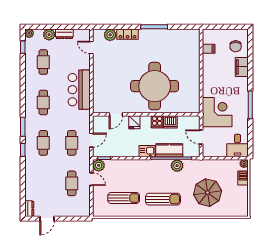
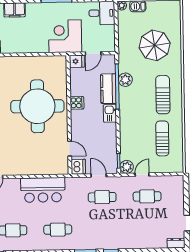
fridge: (134, 122) -> (77, 61), moved
dishwasher: (170, 122) -> (78, 167), moved
cafe table: (43, 143) -> (103, 229), removed

